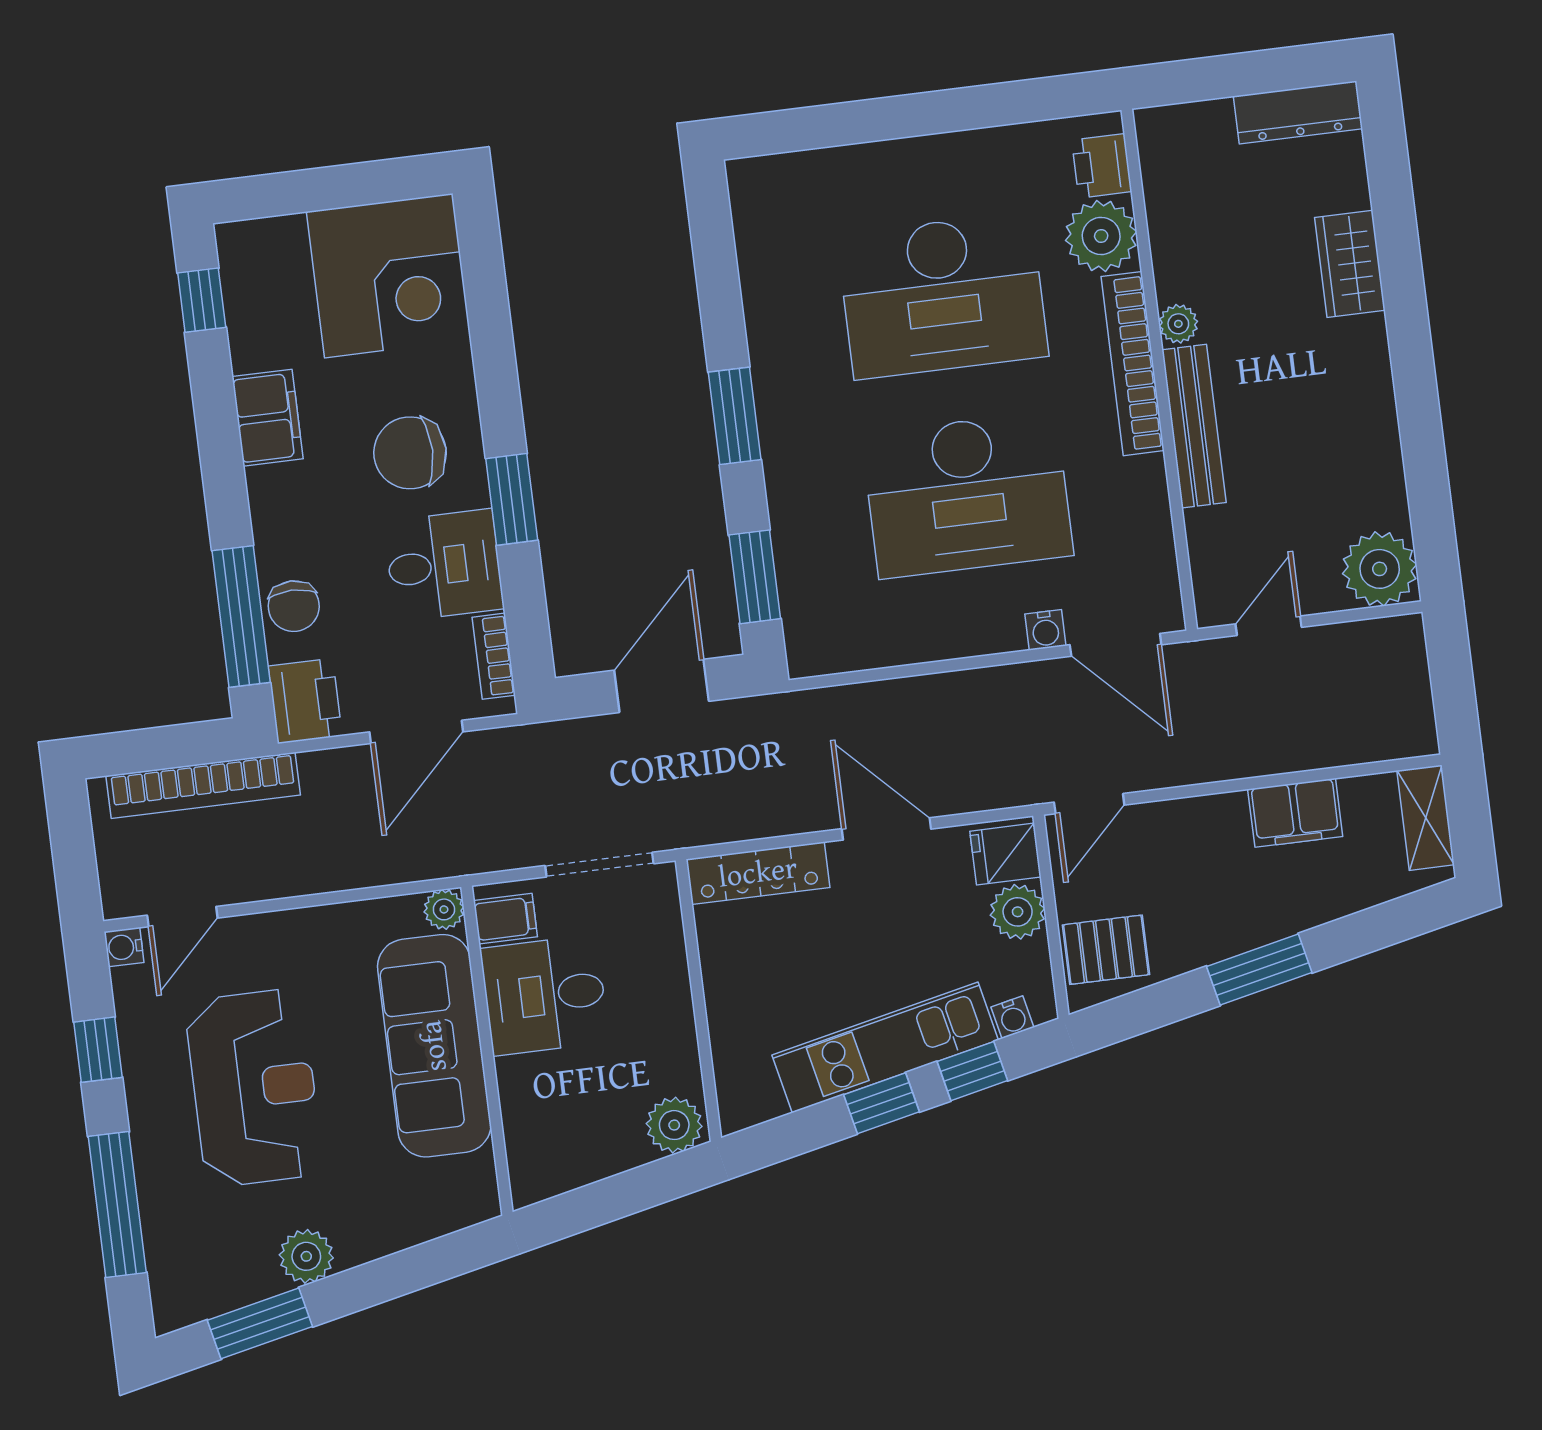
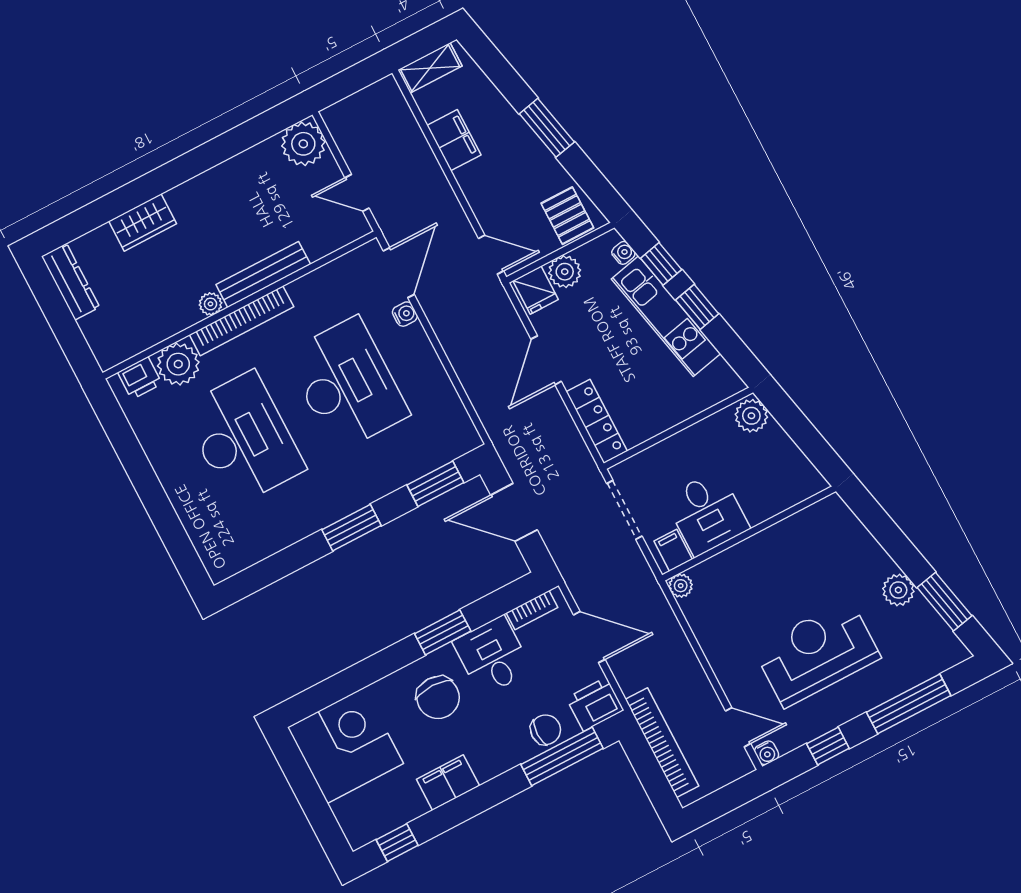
sofa: (434, 1046) -> (757, 563), removed

